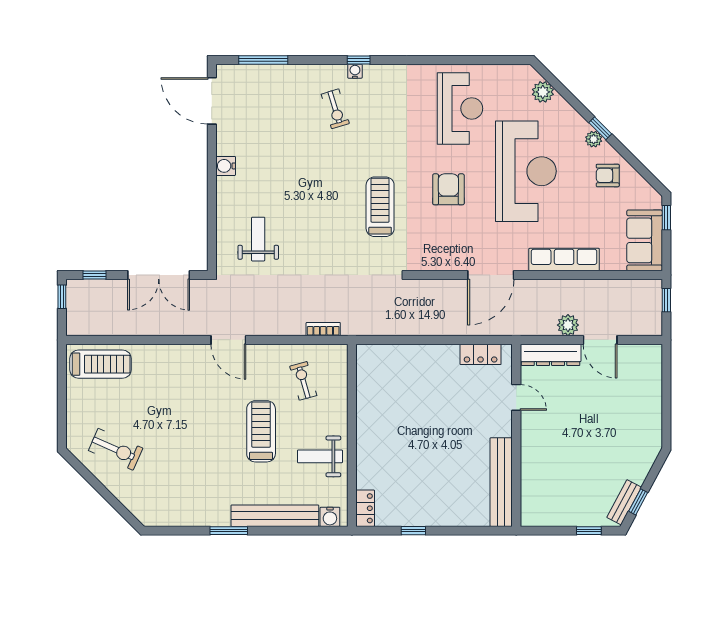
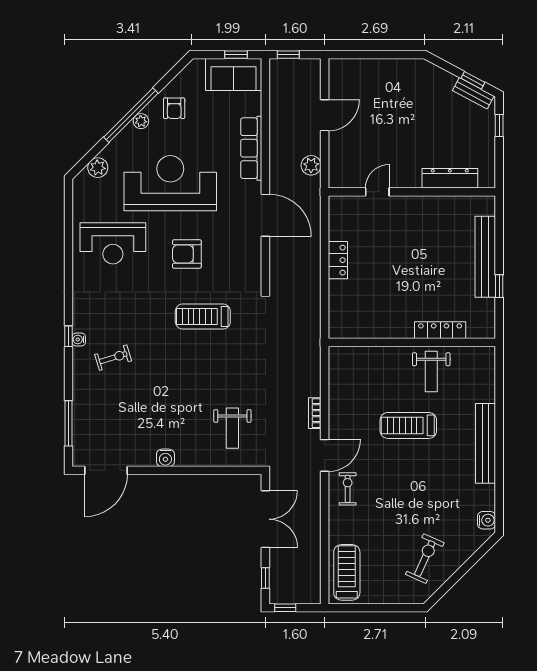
reception desk: (460, 108) -> (113, 243), turned 180
window: (600, 128) -> (131, 115), width x3.17
window: (666, 218) -> (236, 55), moved
weight bench: (258, 239) -> (232, 428), turned -90
plant: (568, 325) -> (311, 165), moved
bookcase: (323, 329) -> (315, 413), moved
locker: (481, 354) -> (338, 260), moved
dresser: (551, 355) -> (450, 178), moved, turned -90
exercise bike: (303, 381) -> (348, 489), moved, turned 106
bench: (501, 482) -> (485, 257), moved, turned 90
locker: (365, 508) -> (440, 330), moved, width x1.53
bench: (275, 516) -> (486, 443), moved
water cooler: (330, 517) -> (487, 520), moved
window: (229, 531) -> (499, 455), removed

